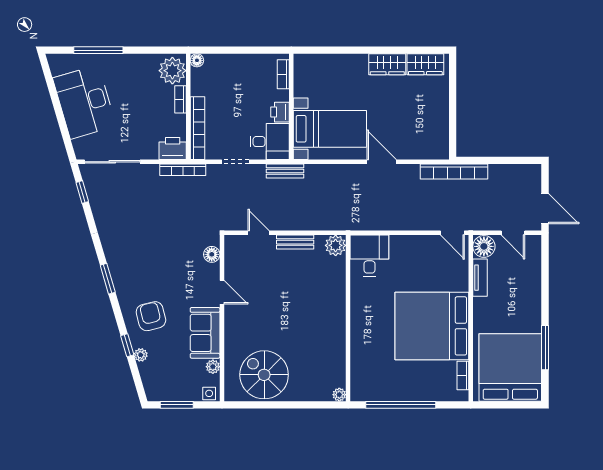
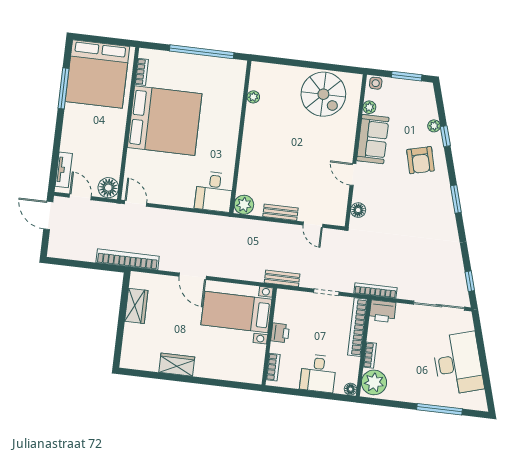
wardrobe: (425, 64) -> (136, 306), moved, turned 90
desk: (270, 142) -> (318, 373), moved, turned -90
tv unit: (480, 278) -> (64, 170), moved, turned 180
plant: (339, 395) -> (253, 97), moved

